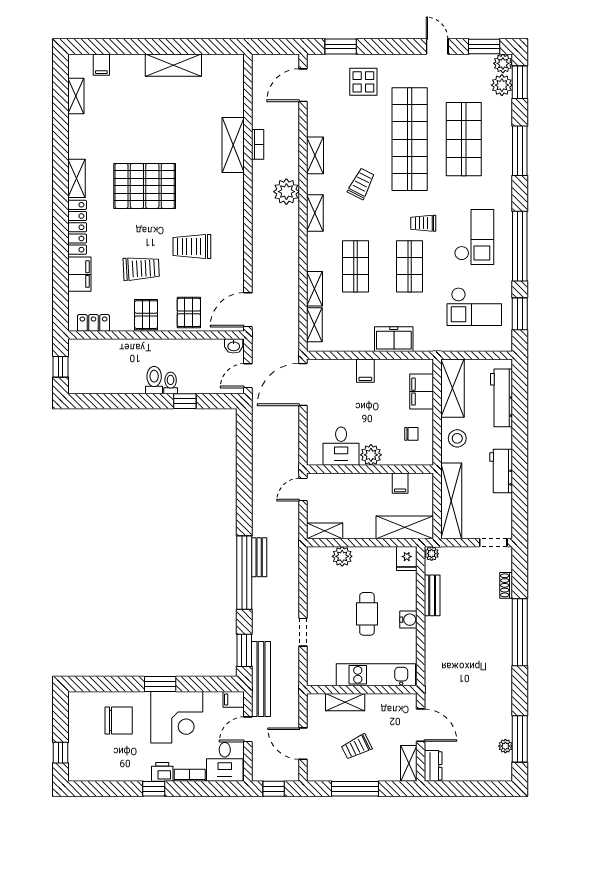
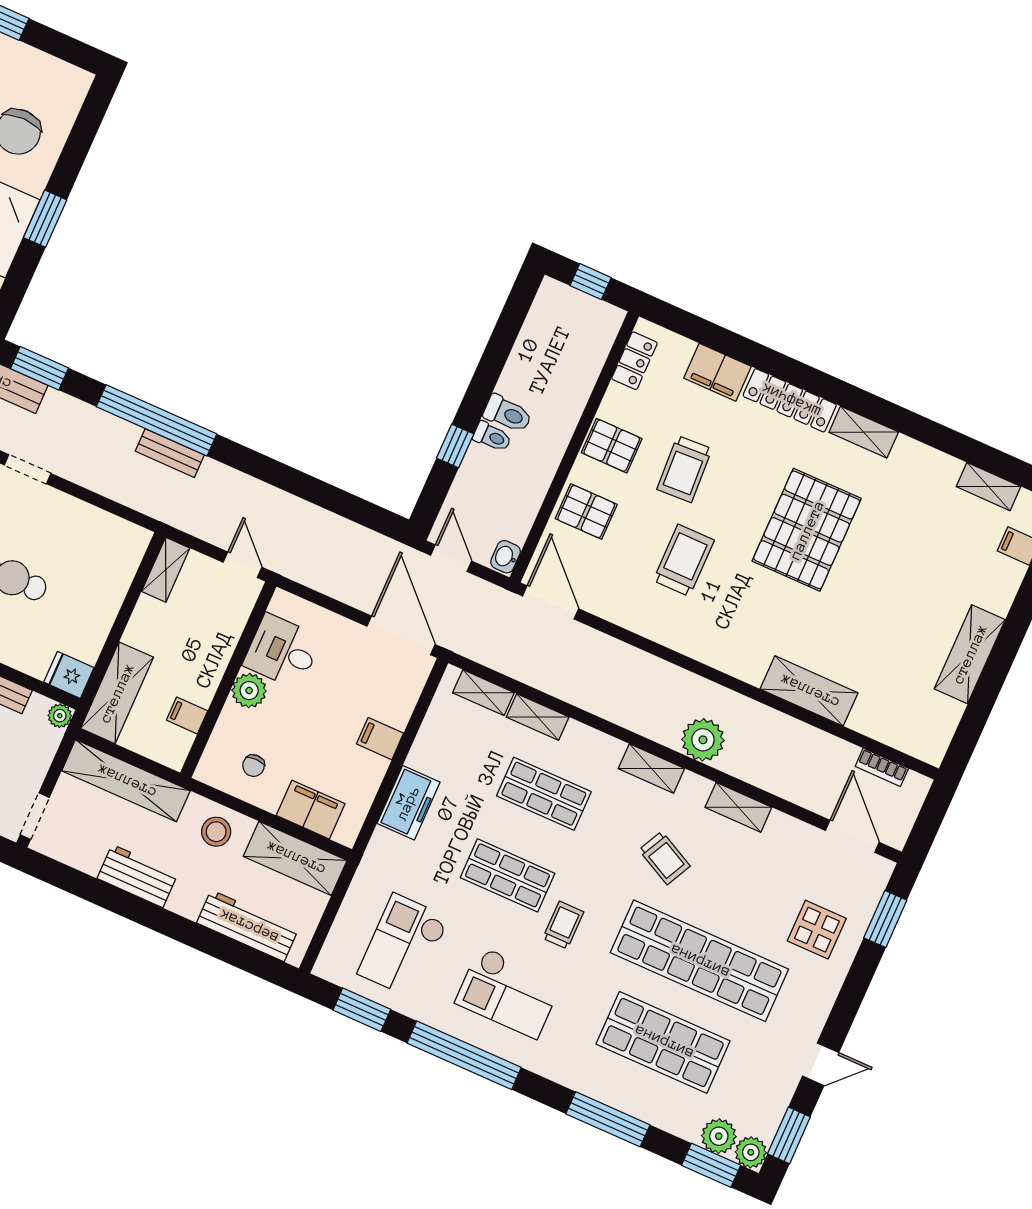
bookcase: (258, 144) -> (882, 767), moved
plant: (342, 556) -> (115, 579), removed

